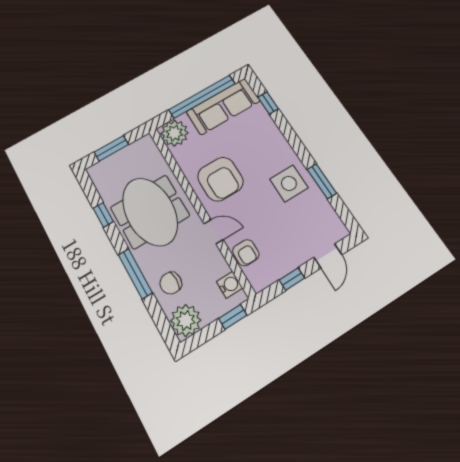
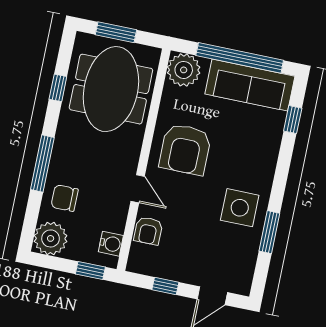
meeting table: (150, 212) -> (111, 89), moved

